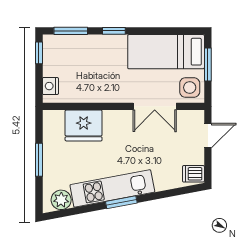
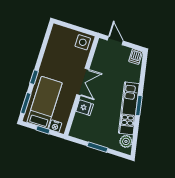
bed: (166, 52) -> (45, 103), moved, turned 180
window: (39, 53) -> (43, 130), moved
window: (208, 65) -> (72, 27), removed
double door: (155, 106) -> (83, 82), moved
fridge: (84, 125) -> (85, 108), width x0.53, depth x0.75

